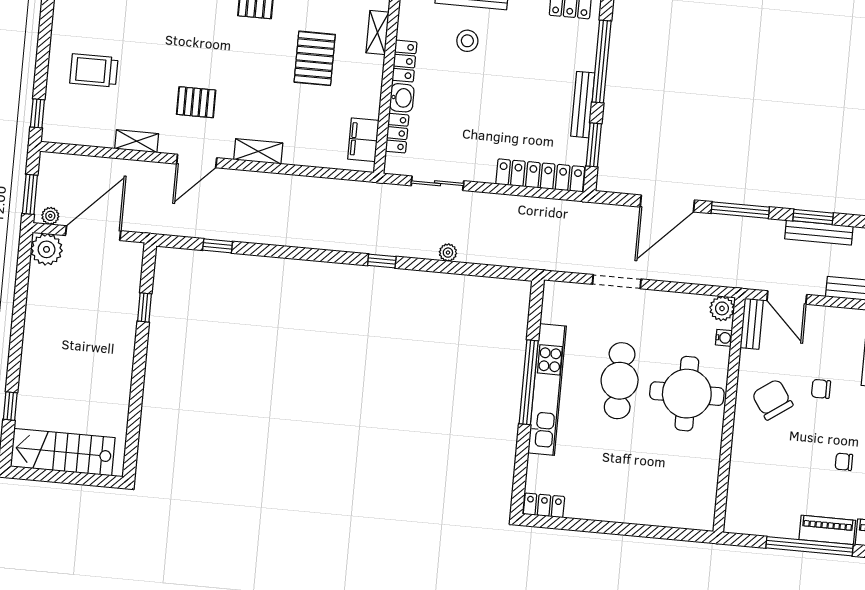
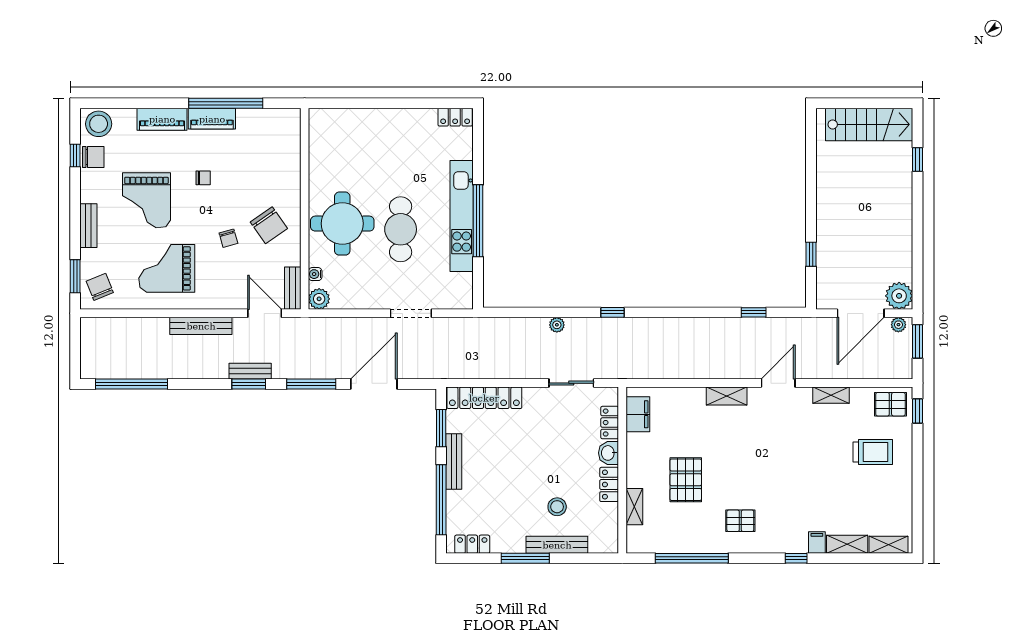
pallet: (196, 102) -> (890, 404), moved
bench: (819, 233) -> (250, 371), width x0.73
chair: (821, 389) -> (228, 238), turned 74

